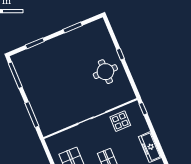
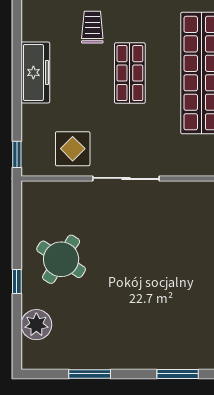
plant: (104, 39) -> (36, 325), added
round table: (105, 72) -> (61, 259), turned 33

